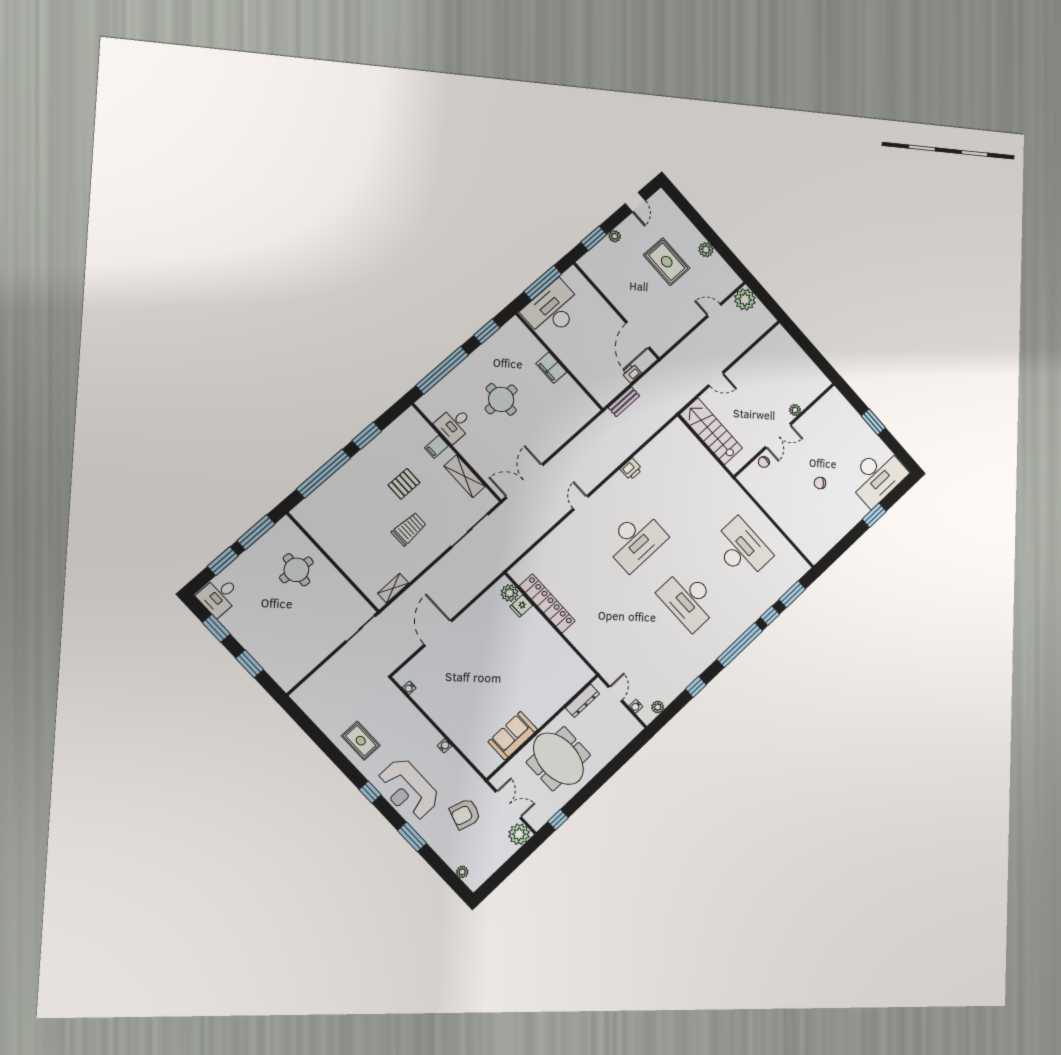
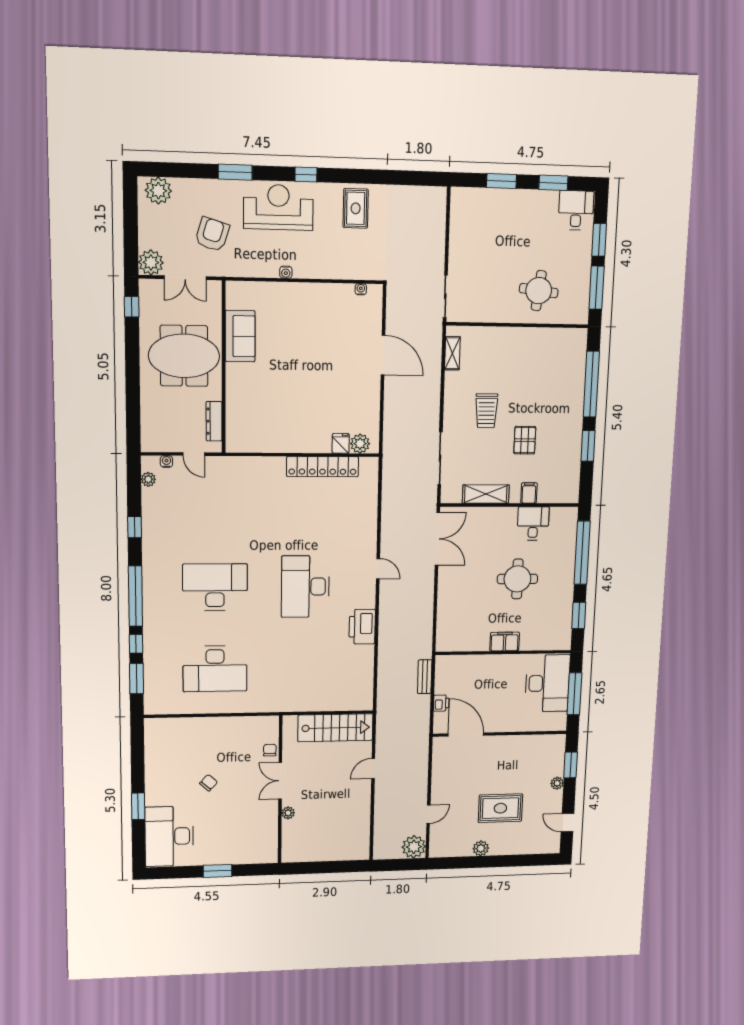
printer: (631, 469) -> (362, 627), width x1.87, depth x1.48
rug: (361, 741) -> (356, 208), turned 90
plant: (462, 872) -> (158, 191), width x1.88, depth x1.88

